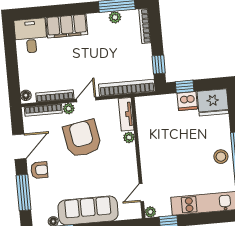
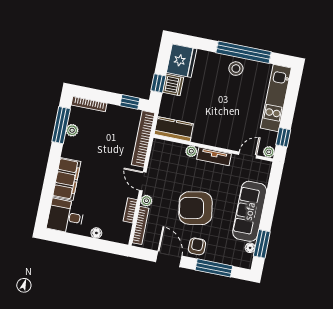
floor lamp: (26, 95) -> (96, 233), moved
bookcase: (55, 96) -> (130, 210), width x0.64
tv unit: (126, 114) -> (214, 156), moved
kitchen counter: (145, 114) -> (174, 129), added
armchair: (82, 138) -> (196, 208), moved
door: (141, 193) -> (248, 155), swing flipped

